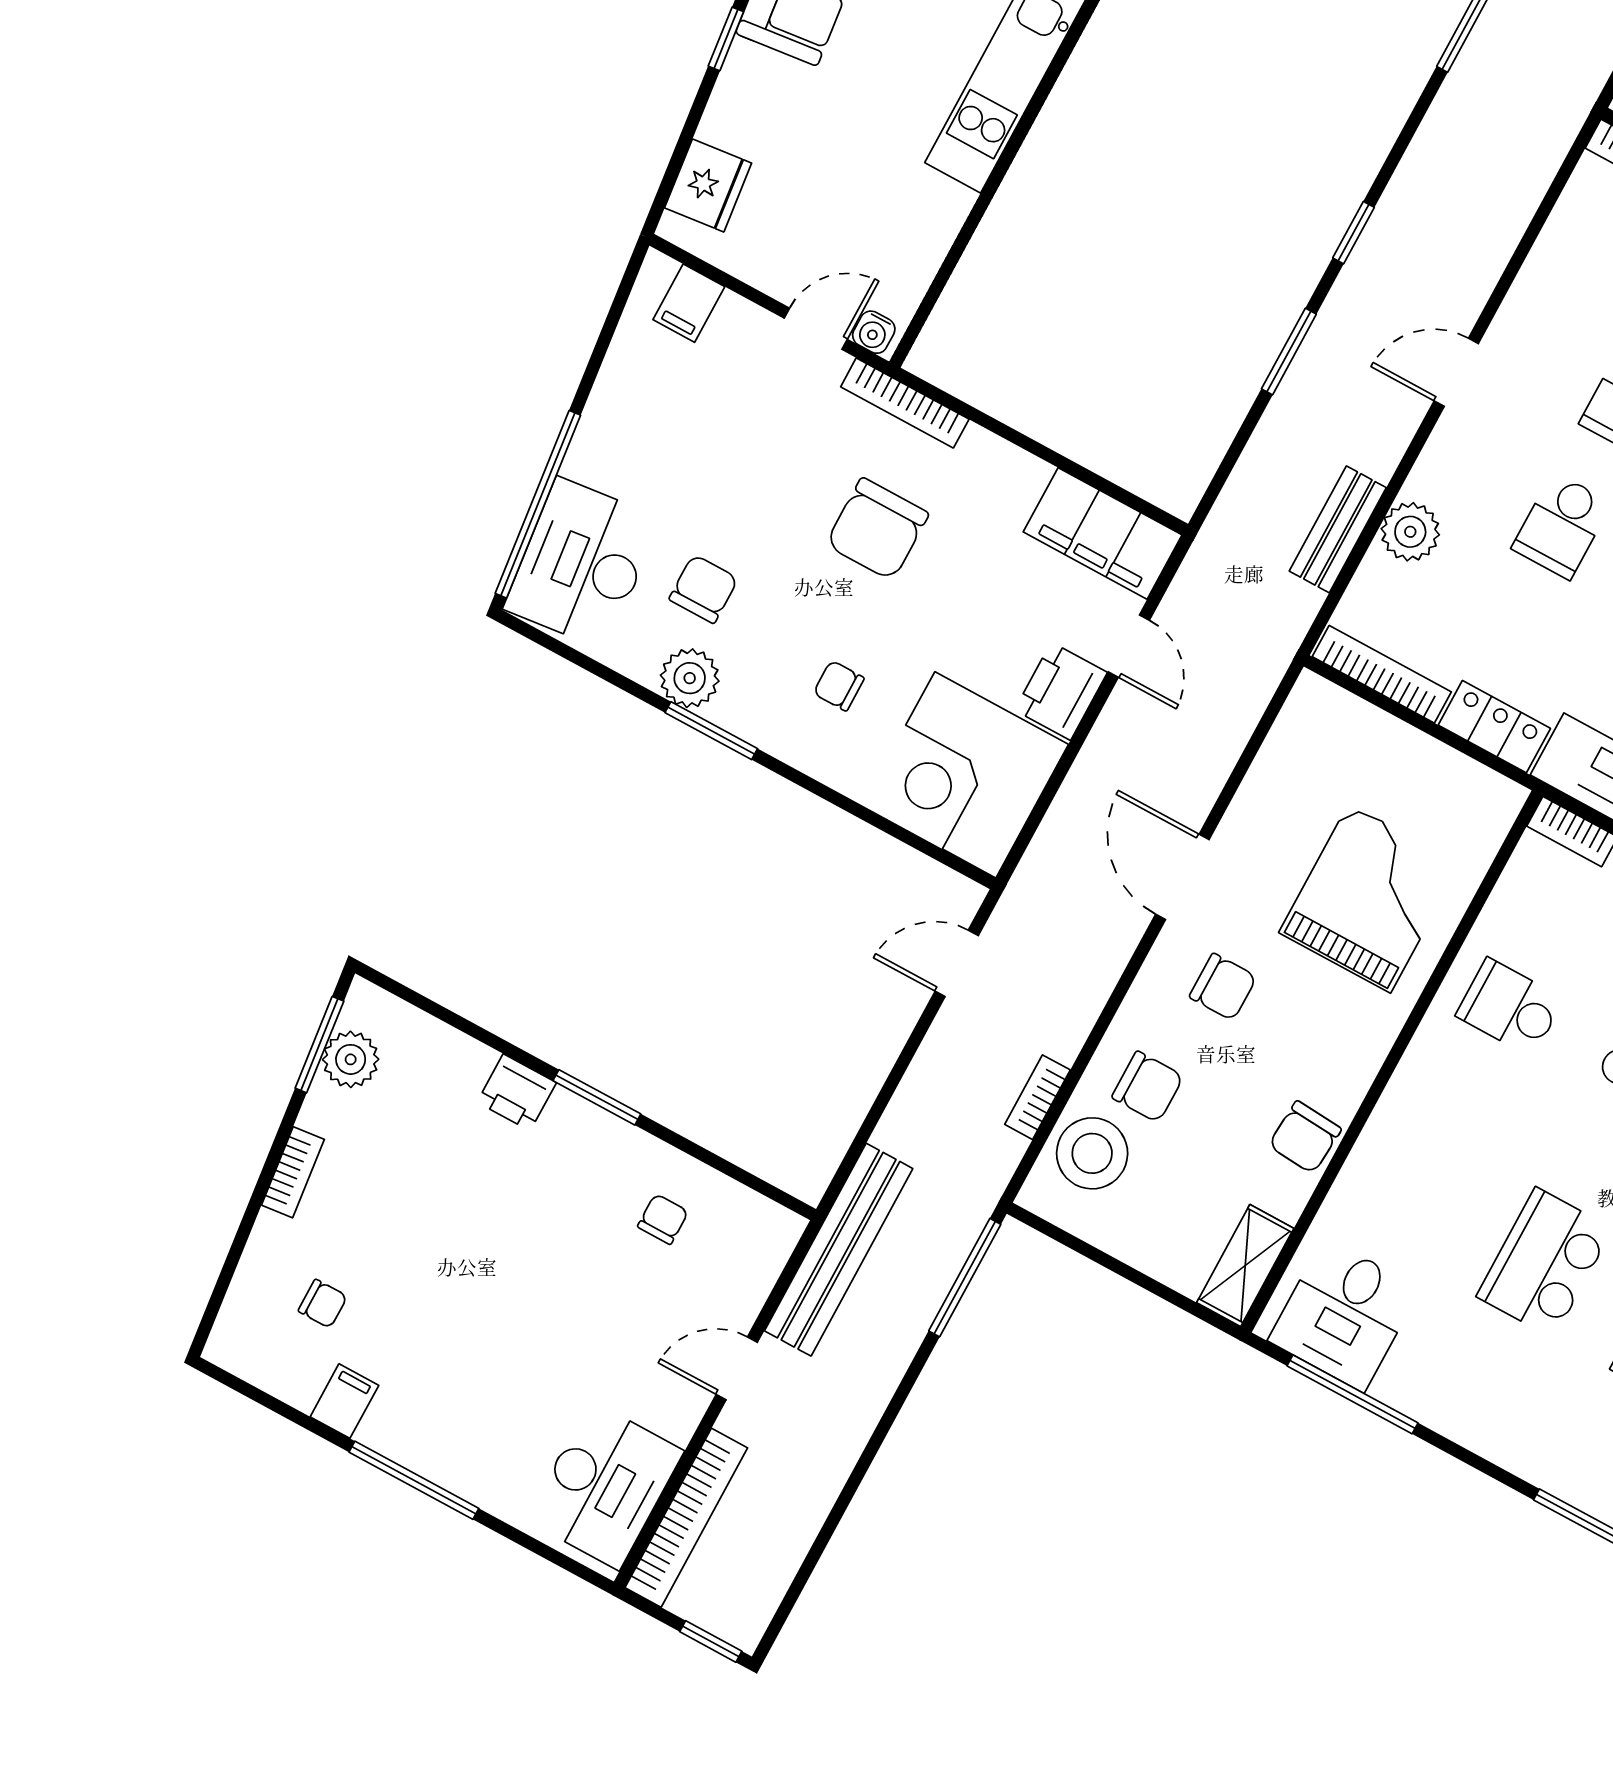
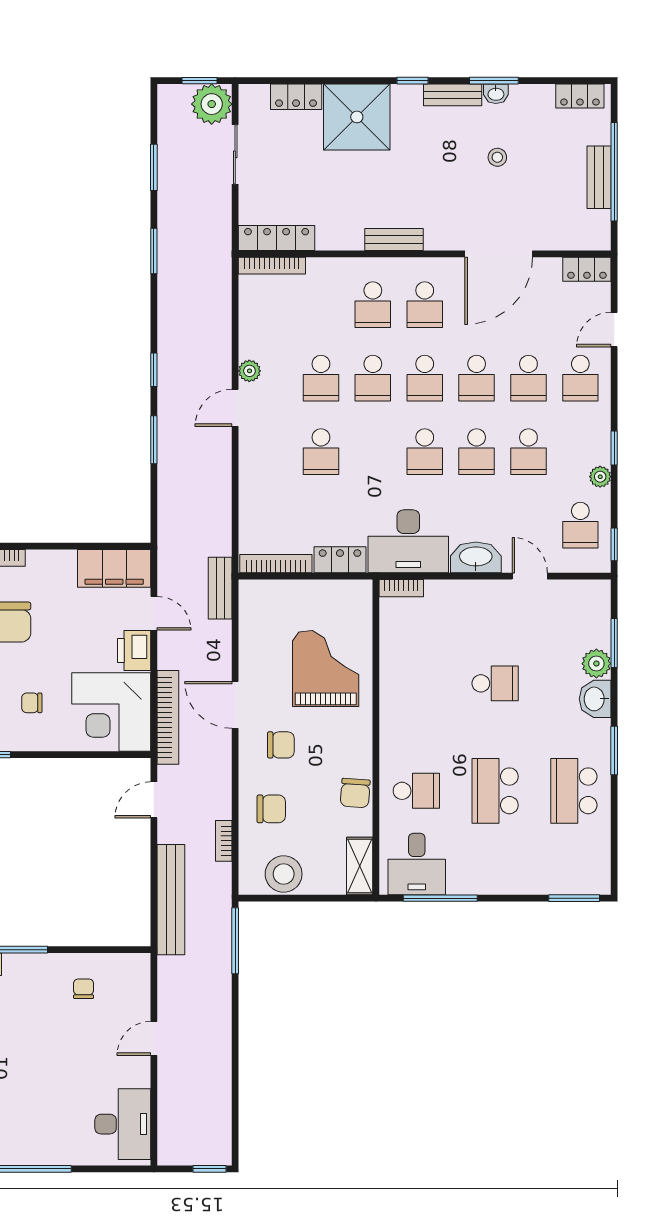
bench: (1338, 529) -> (220, 588), moved
plant: (1410, 532) -> (249, 371), moved, width x0.73, depth x0.73
school desk: (1510, 1007) -> (416, 791), moved, turned 180
stool: (1092, 1153) -> (284, 874), moved
bench: (839, 1250) -> (171, 900), moved
bookcase: (686, 1518) -> (168, 717), moved

